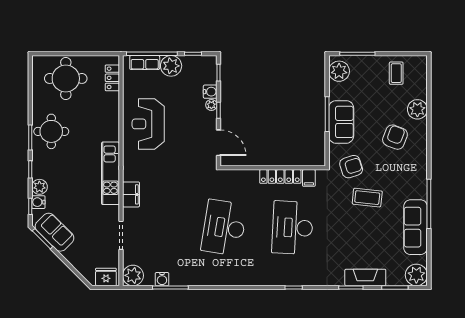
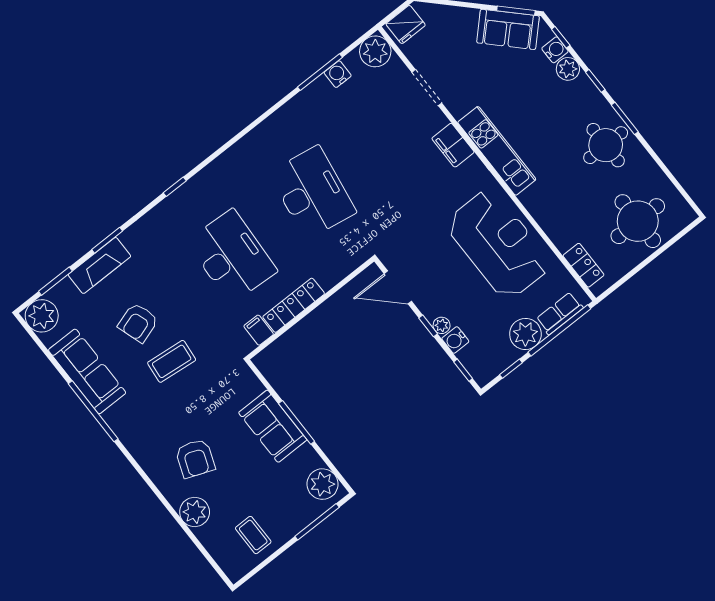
reception desk: (148, 124) -> (498, 244), width x1.36, depth x1.30
armchair: (351, 167) -> (138, 323), moved

